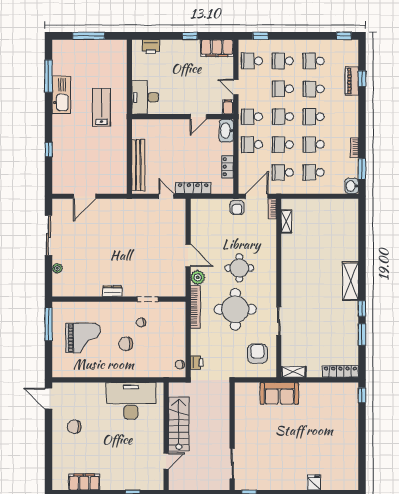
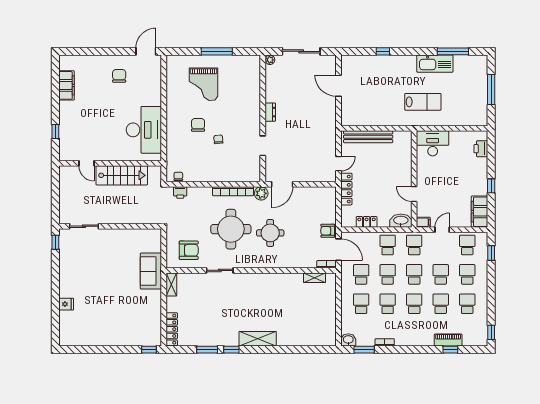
dresser: (112, 291) -> (270, 112), moved
wall: (119, 299) -> (263, 118), moved
doorway: (148, 299) -> (263, 146), moved

